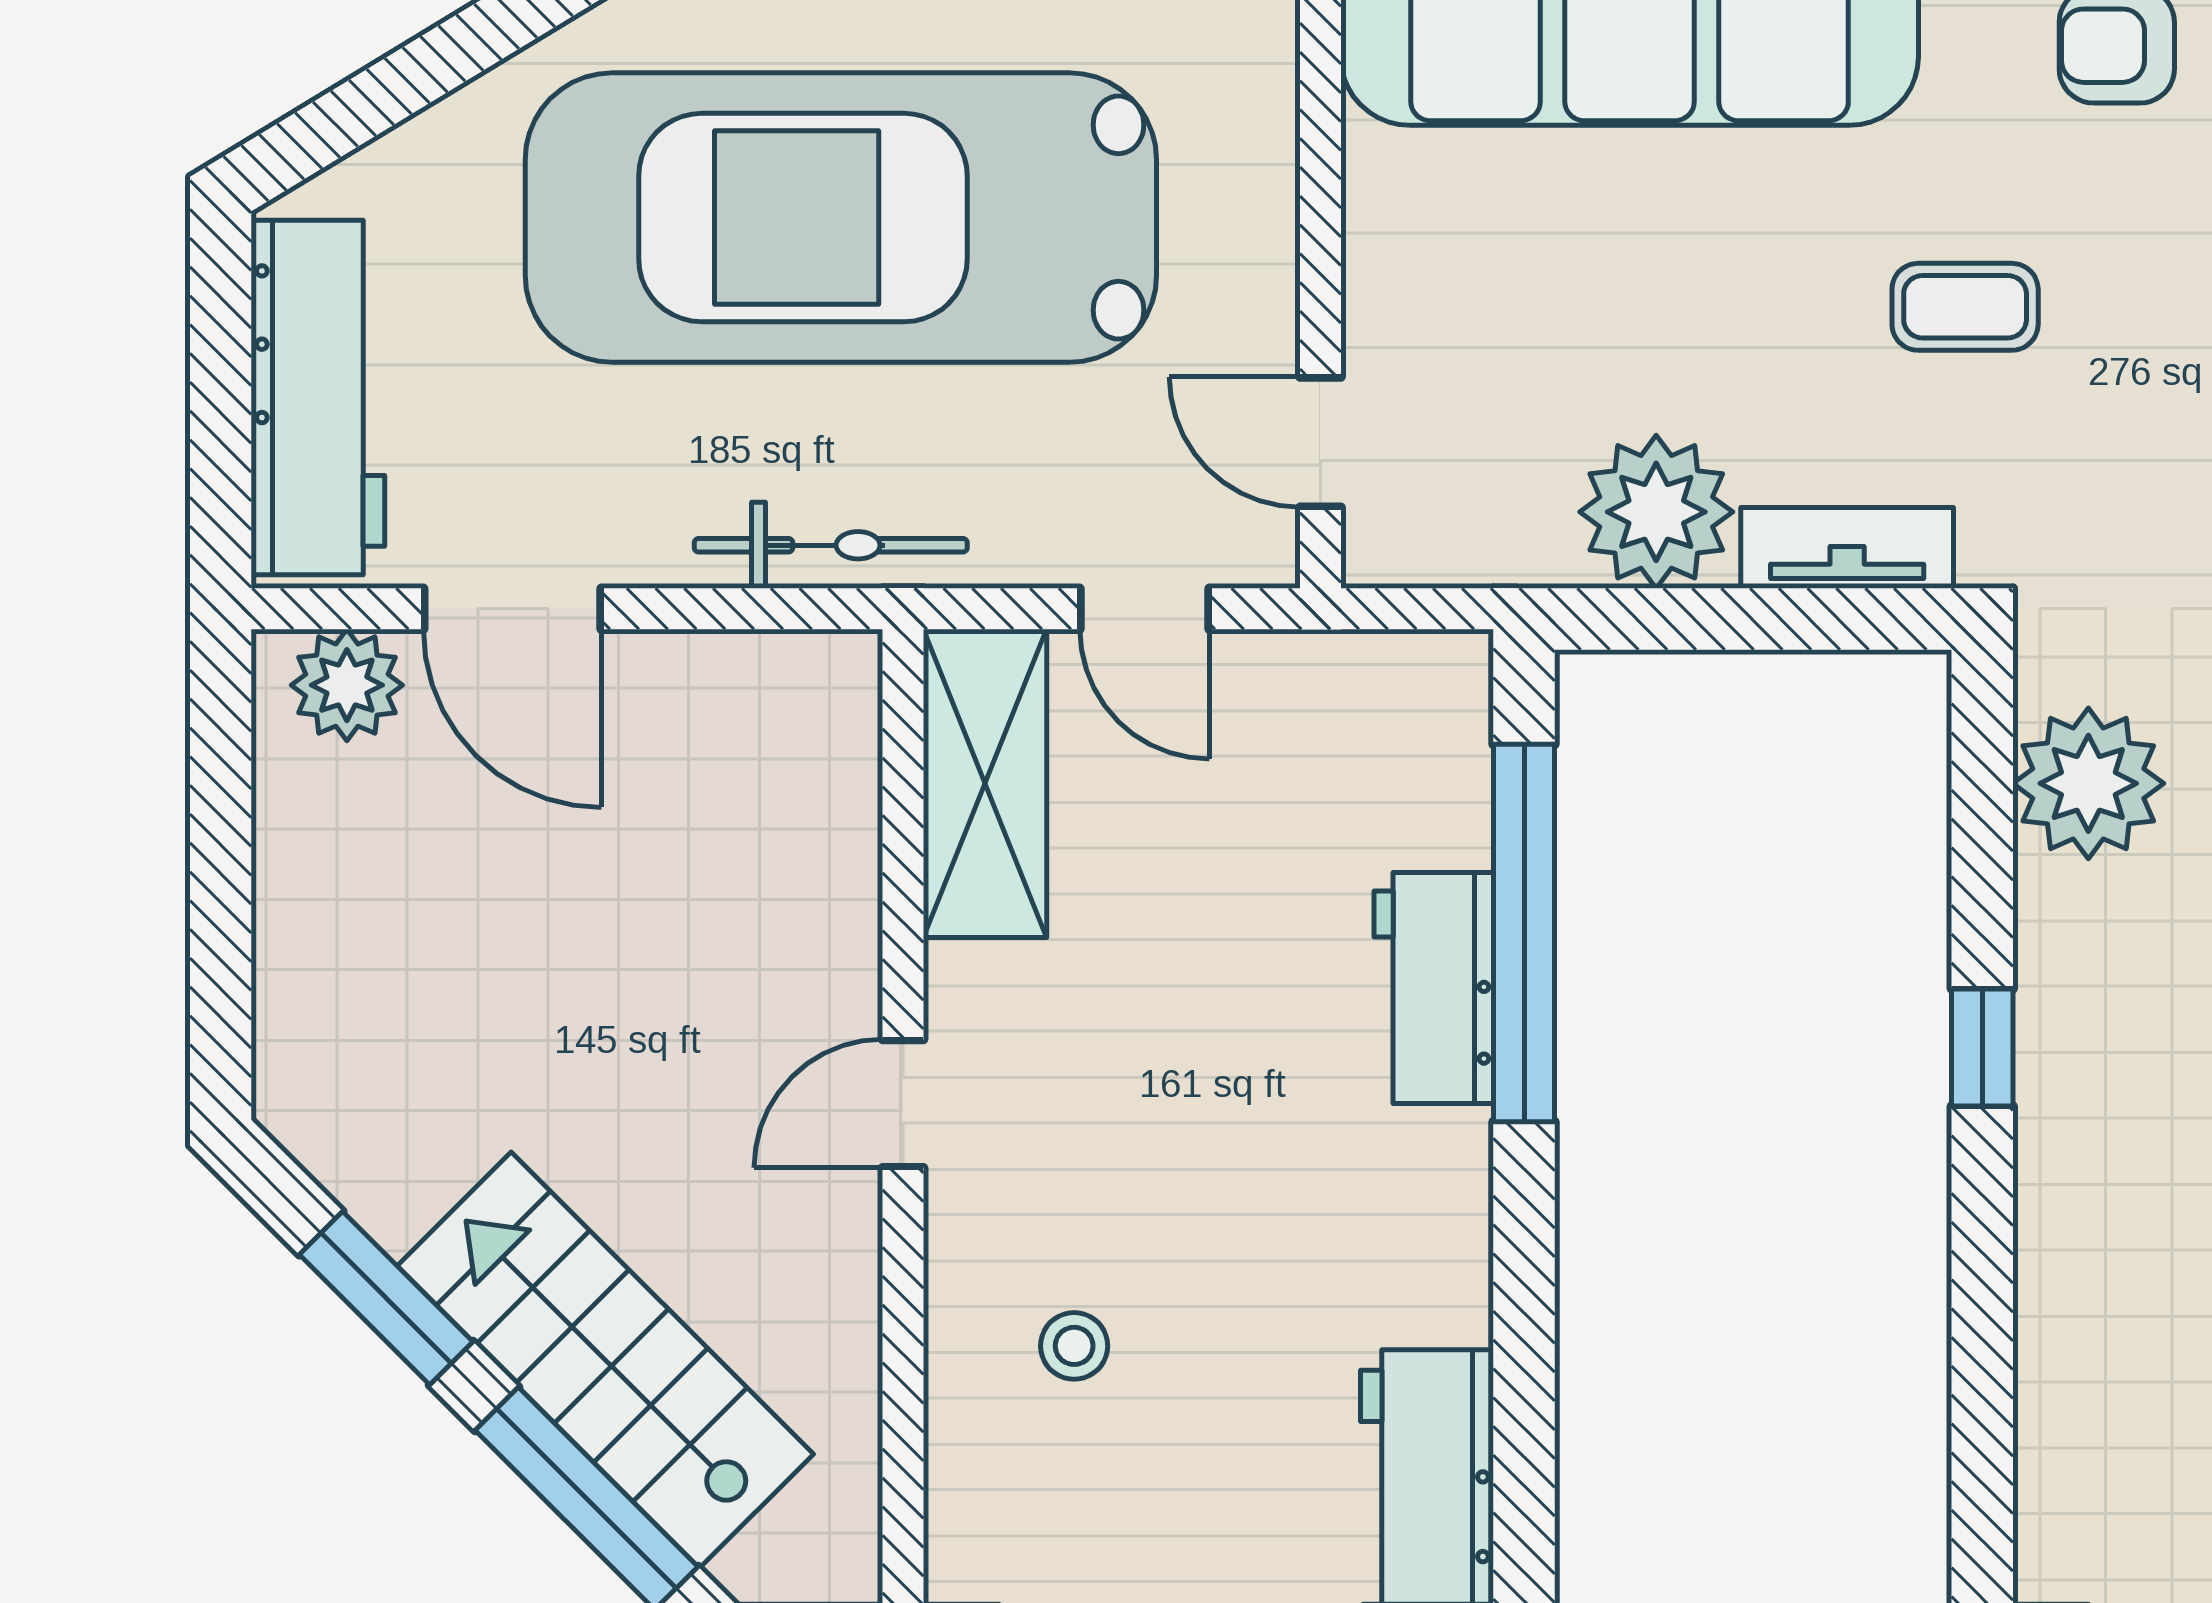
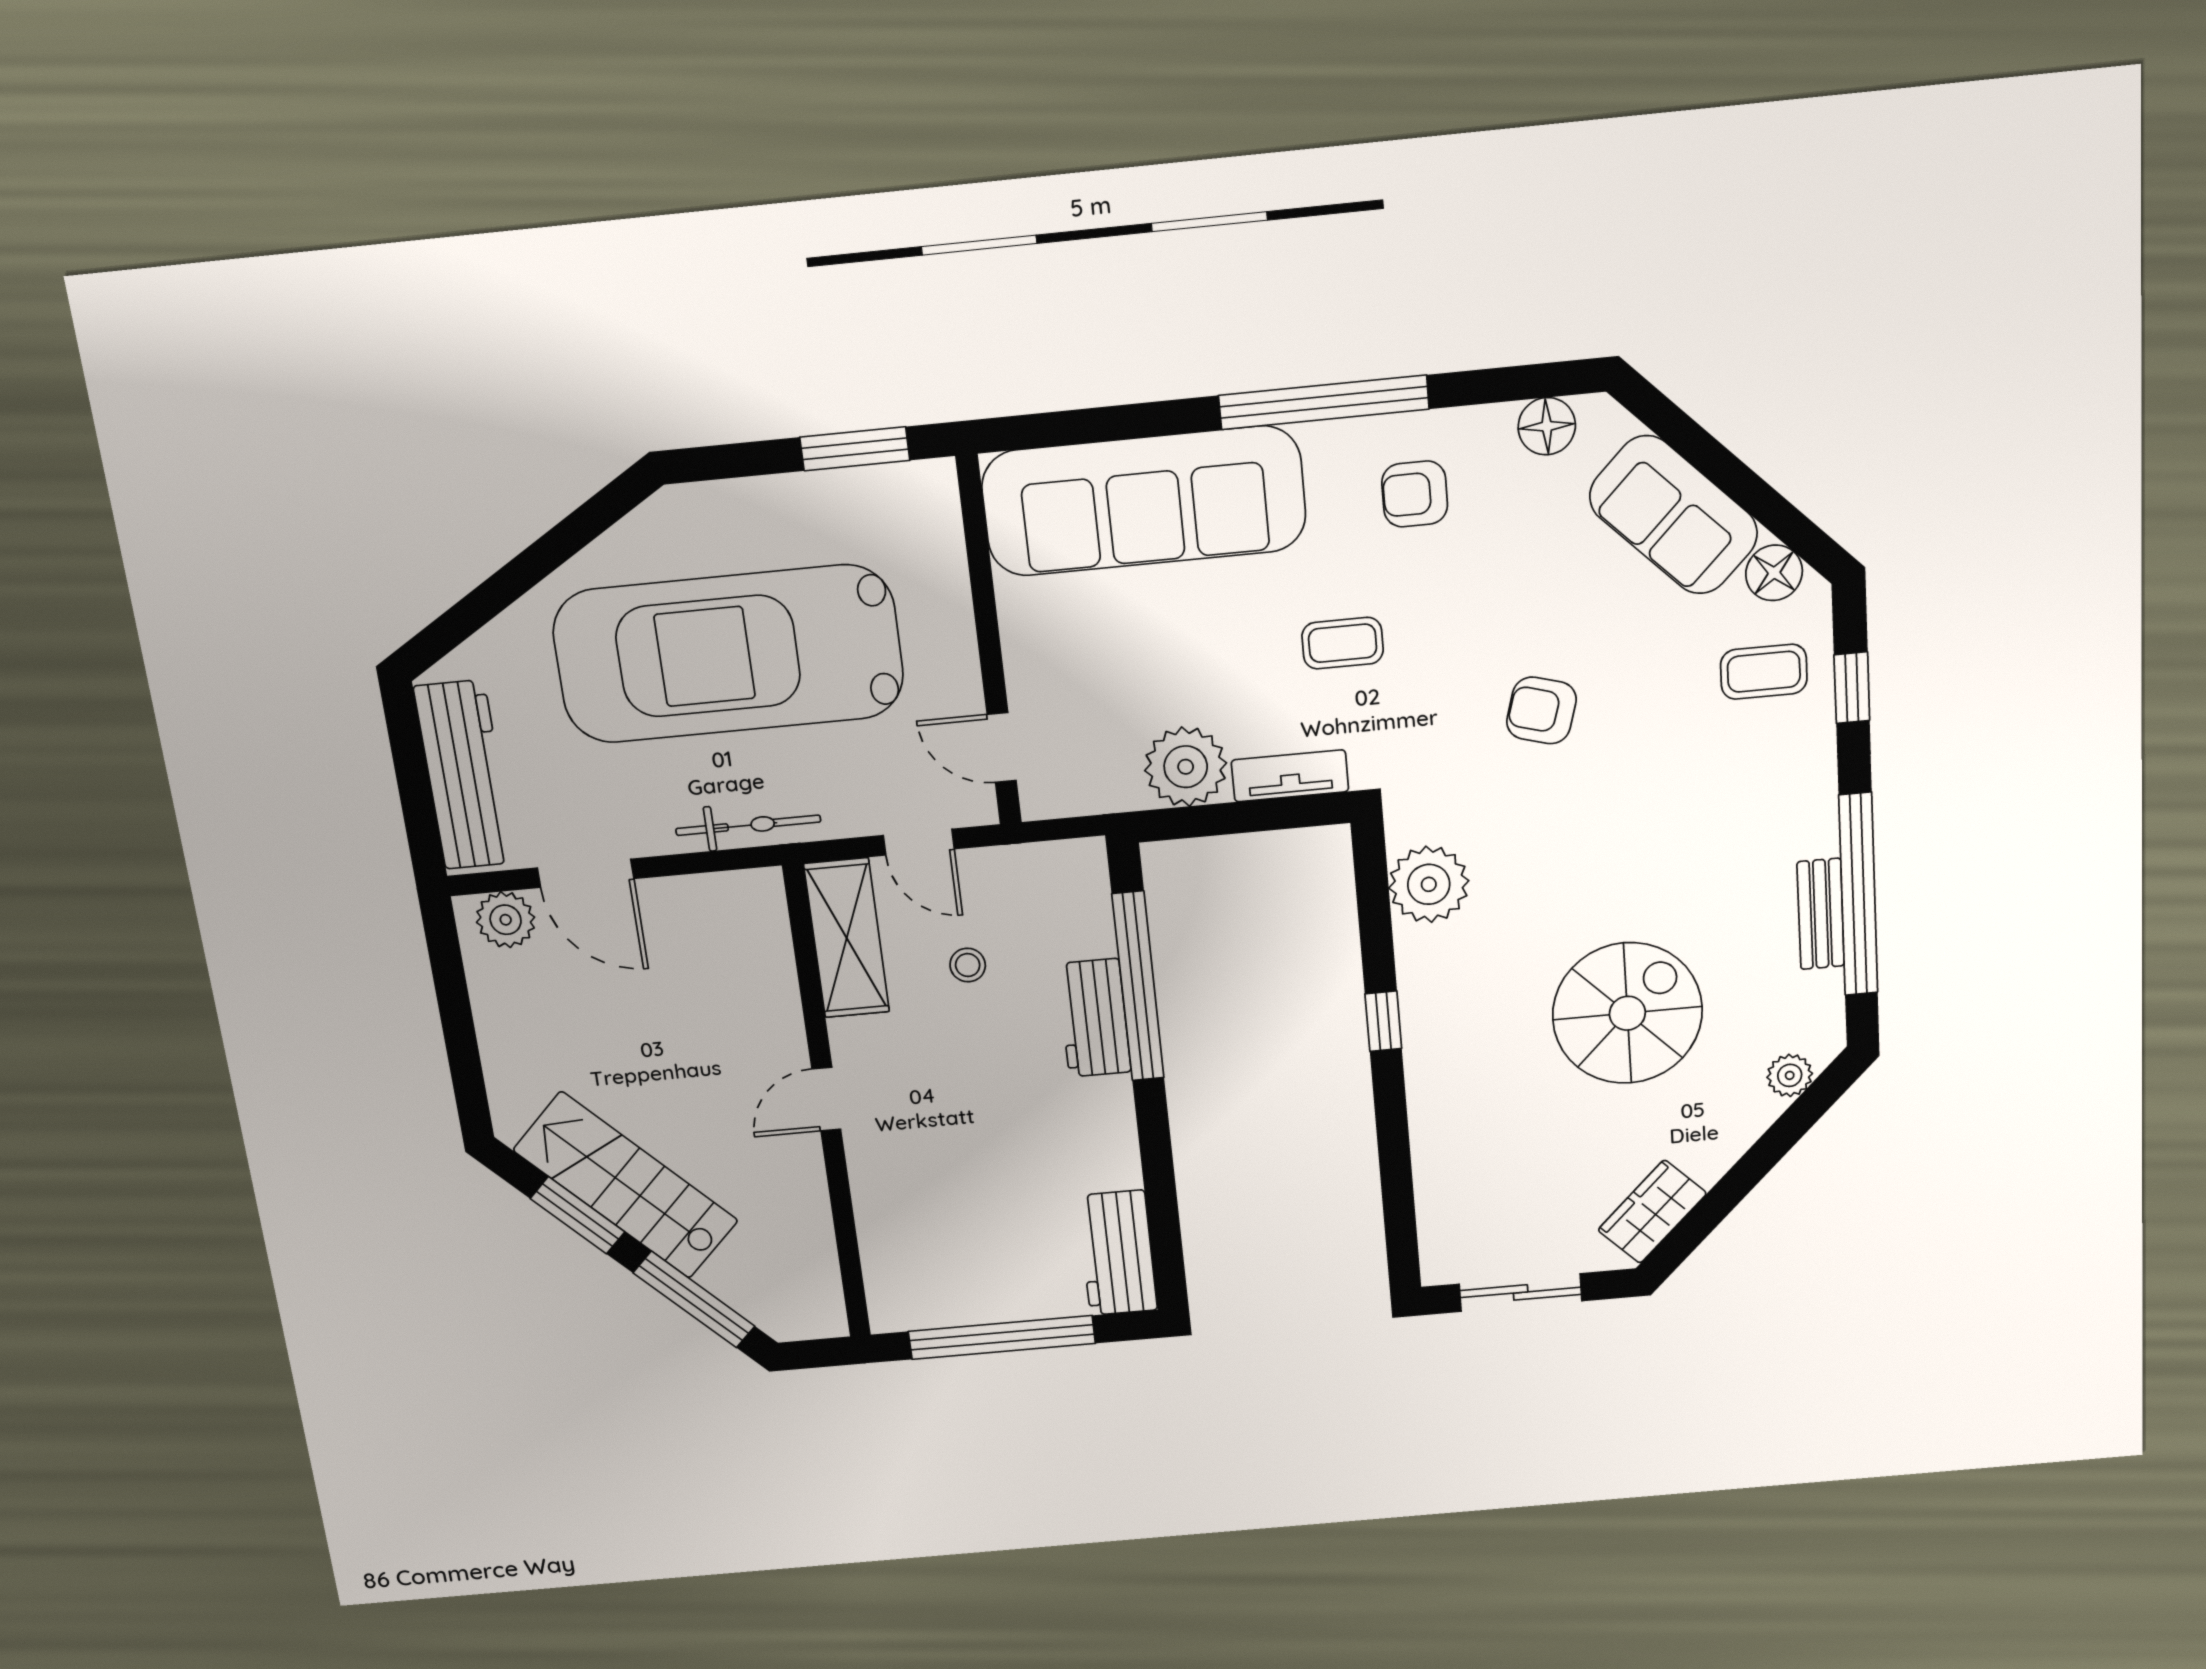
stool: (1074, 1346) -> (968, 965), moved
stairs: (605, 1360) -> (626, 1185), moved

